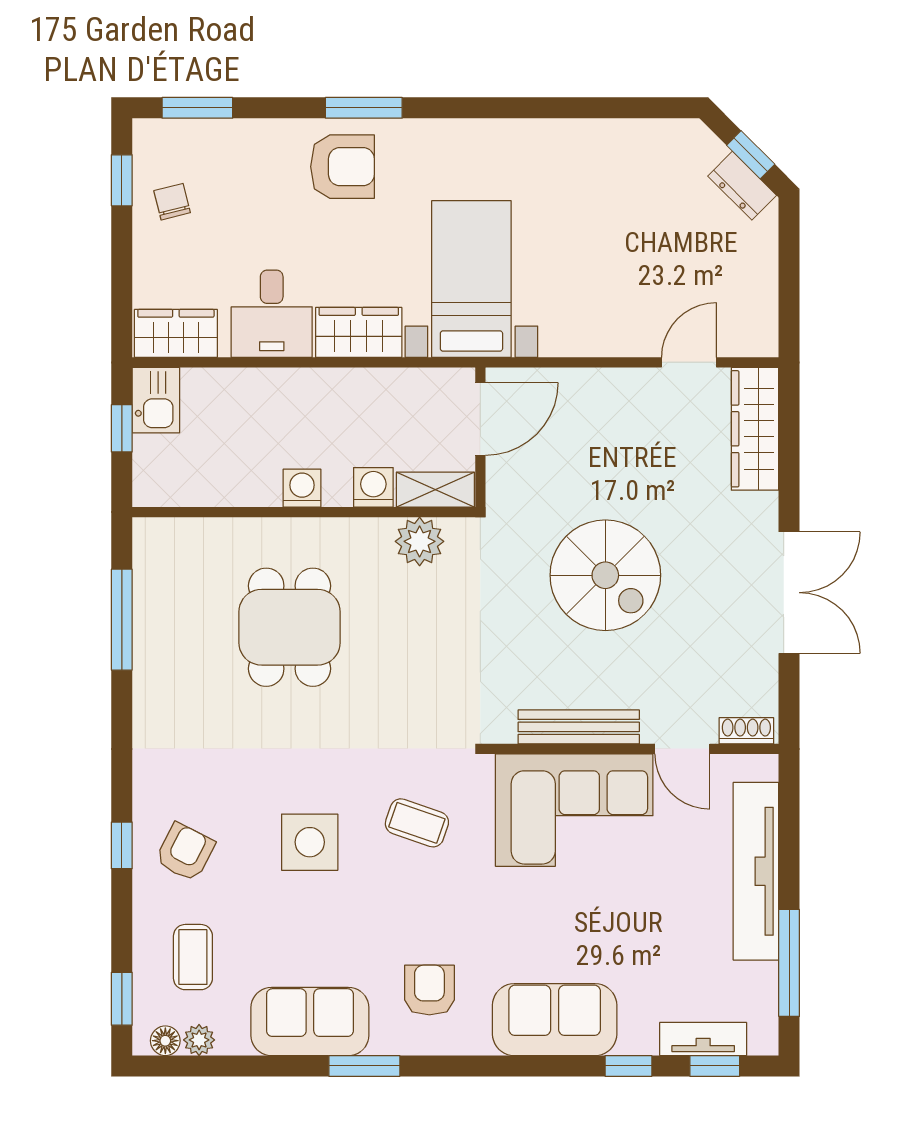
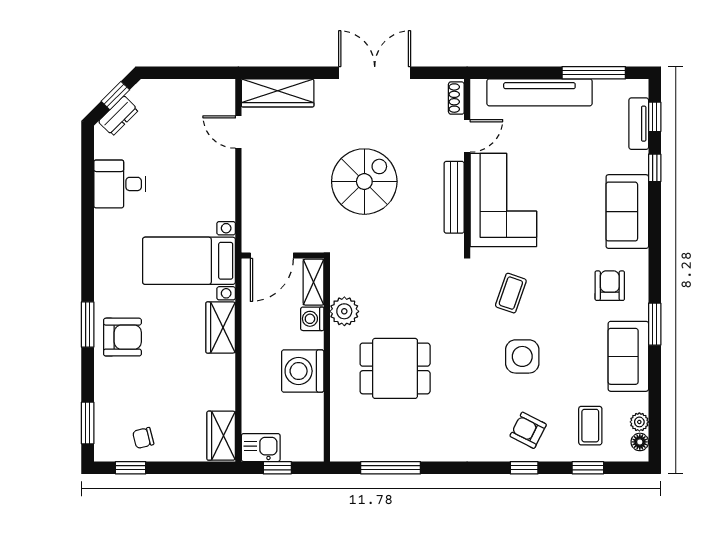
armchair: (342, 167) -> (122, 337), turned 90
dresser: (742, 186) -> (118, 116), moved
desk: (272, 314) -> (120, 184), moved, turned 180
door: (480, 419) -> (272, 255), swing flipped
washing machine: (302, 488) -> (303, 371), width x1.89, depth x1.89
plant: (420, 541) -> (344, 311), moved
coffee table: (193, 957) -> (590, 426), turned 90
armchair: (429, 990) -> (610, 286), turned 90
window: (122, 999) -> (588, 468), moved

